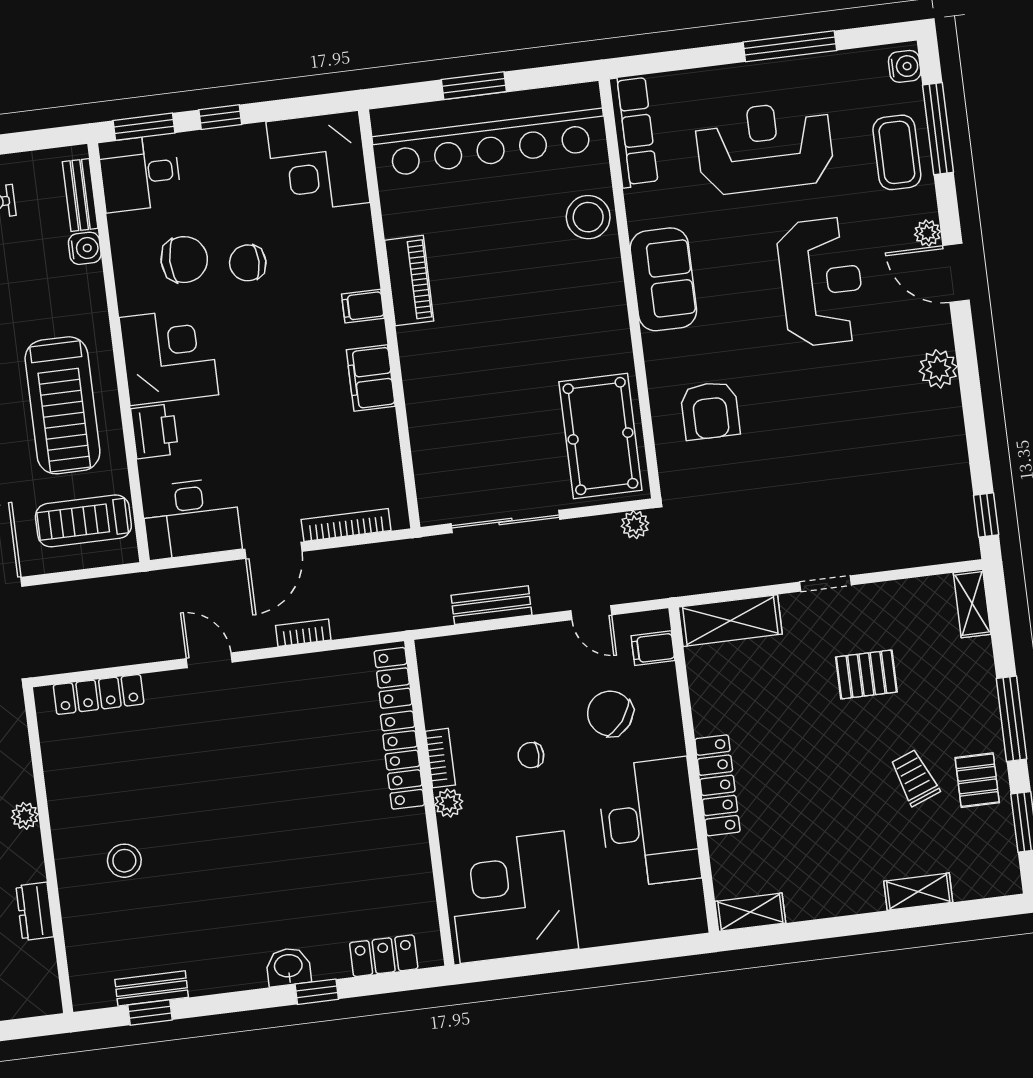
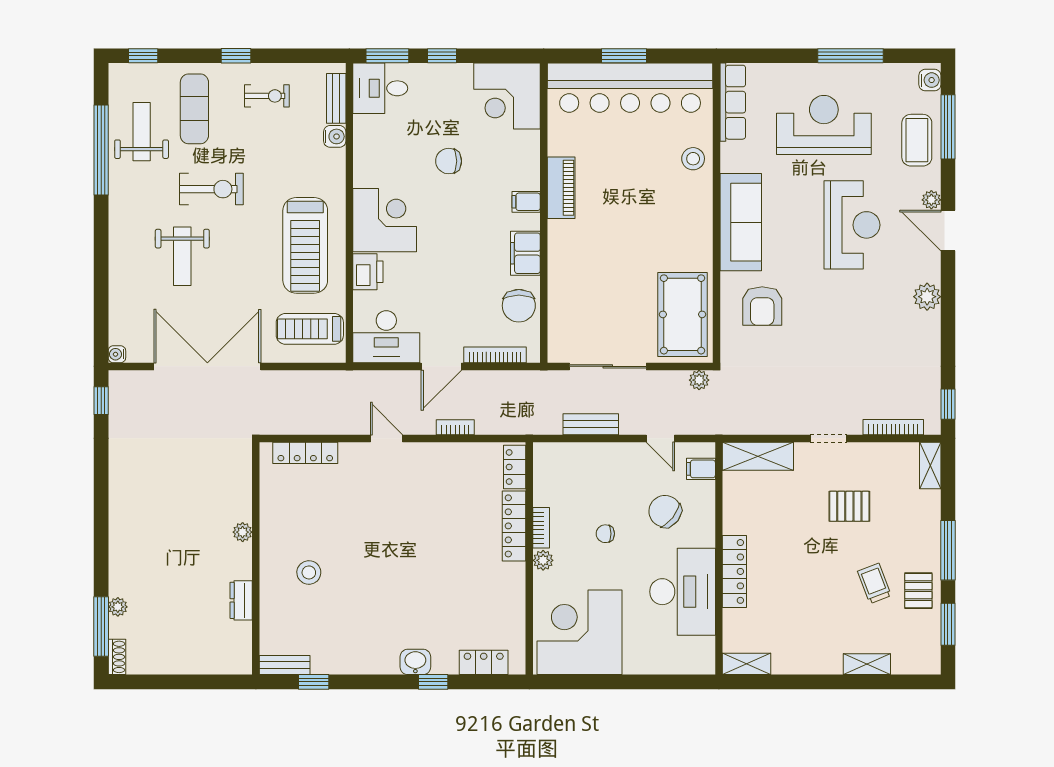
stool: (588, 217) -> (693, 159), width x0.73, depth x0.73
chair: (184, 260) -> (519, 306), moved, turned 90
sofa: (663, 279) -> (741, 222), width x1.36
bookcase: (914, 557) -> (893, 427), added
bench: (152, 988) -> (285, 665), moved

